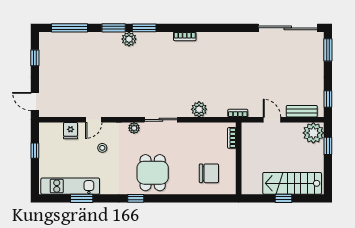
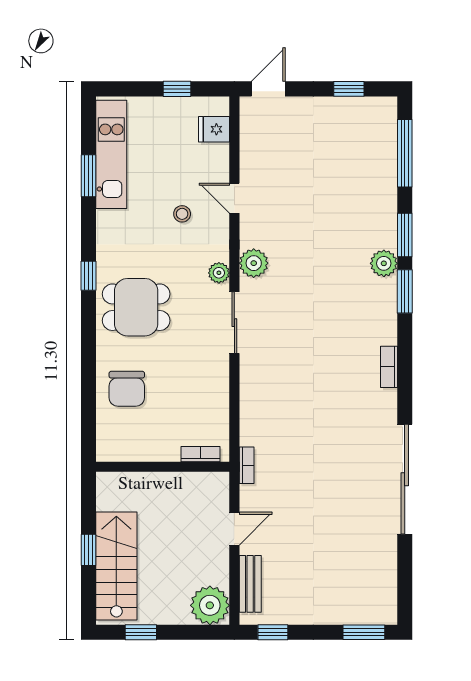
sliding door: (288, 28) -> (405, 479), moved
plant: (199, 109) -> (254, 263), moved
fridge: (71, 131) -> (214, 129), moved
window: (328, 146) -> (141, 632), moved
chair: (209, 173) -> (127, 389), moved

